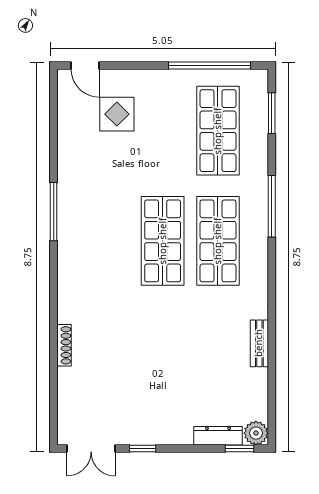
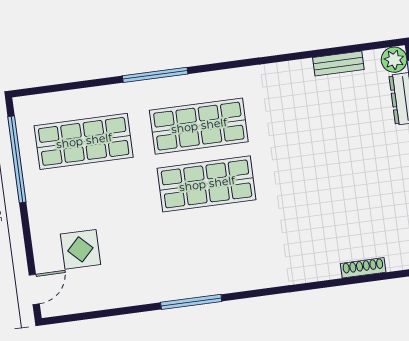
window: (272, 113) -> (58, 88), removed
bench: (259, 343) -> (338, 64), moved
shoe rack: (64, 345) -> (363, 268), moved

